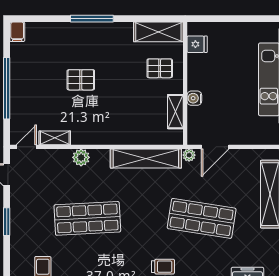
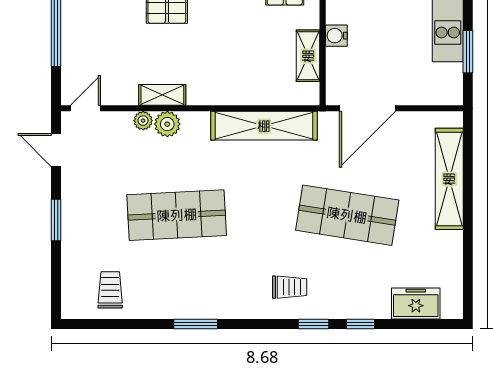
shelving: (55, 138) -> (162, 95), moved
door: (215, 147) -> (368, 108), width x1.36
plant: (189, 155) -> (143, 121), moved

